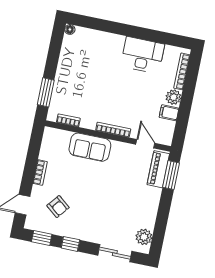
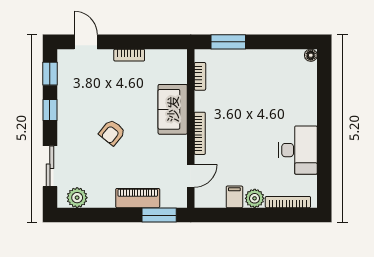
piano: (158, 169) -> (138, 198), moved
armchair: (58, 207) -> (112, 133), moved

